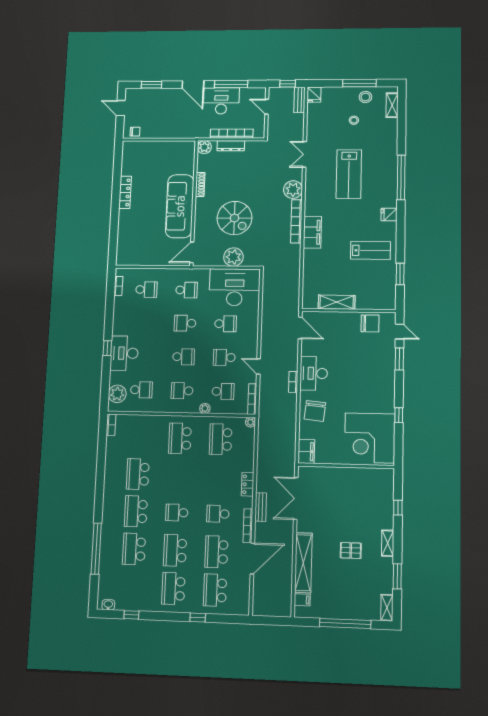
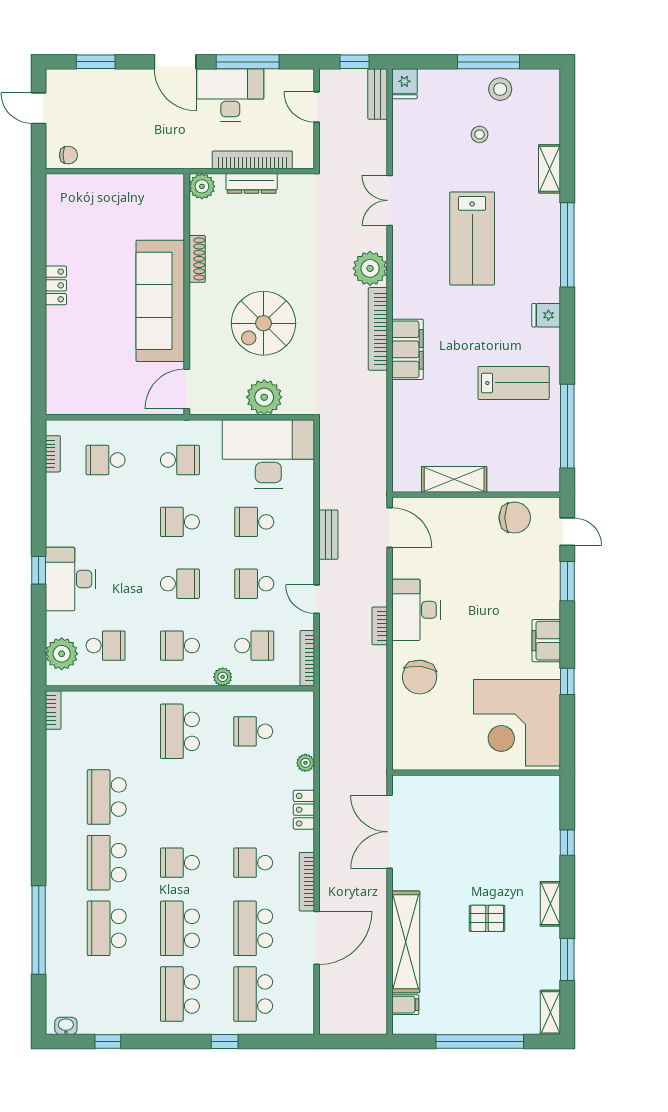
shelving: (392, 105) -> (550, 169), moved
locker: (125, 192) -> (56, 285), width x0.66
spiral stairs: (234, 218) -> (263, 323), turned 90
window: (400, 274) -> (567, 426), width x2.11
school desk: (146, 290) -> (106, 460), turned 180
school desk: (226, 324) -> (254, 522), turned 180
plant: (250, 422) -> (305, 763), moved
school desk: (221, 439) -> (253, 731), width x0.54
filing cabinet: (306, 451) -> (546, 641), moved, turned 180
bench: (261, 507) -> (328, 535), moved

